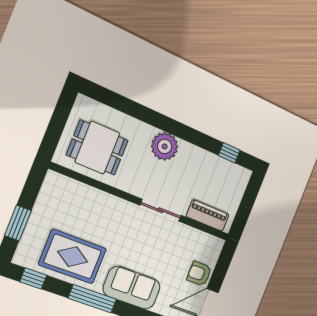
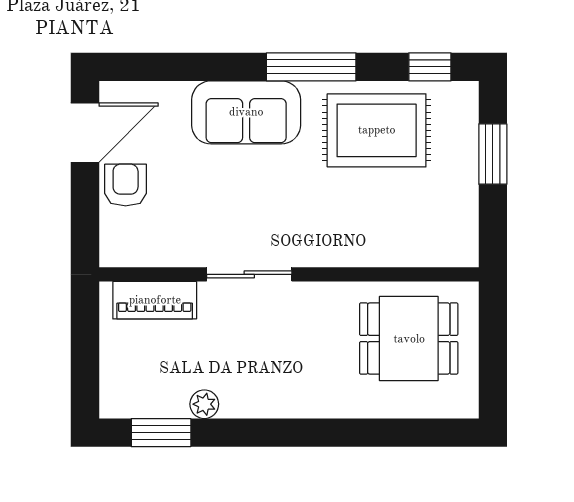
plant: (165, 146) -> (204, 404), moved, width x0.53, depth x0.53
window: (229, 153) -> (161, 433), width x1.50
armchair: (199, 274) -> (126, 185), turned -90

